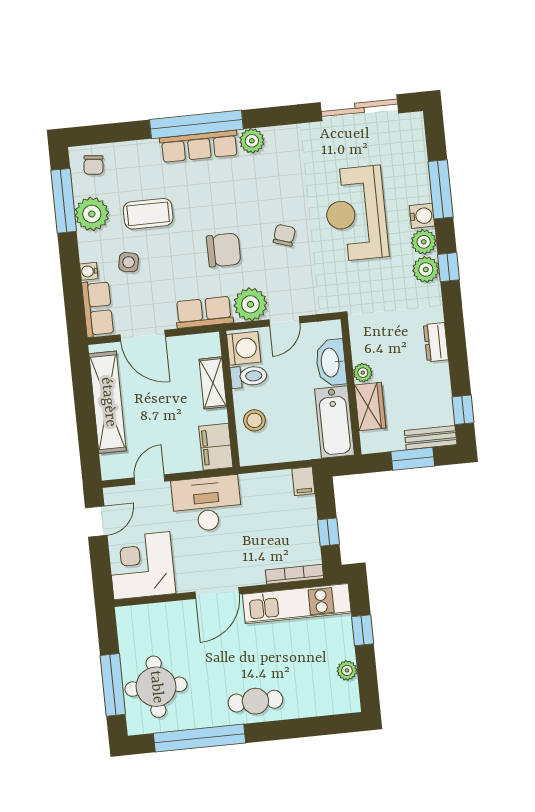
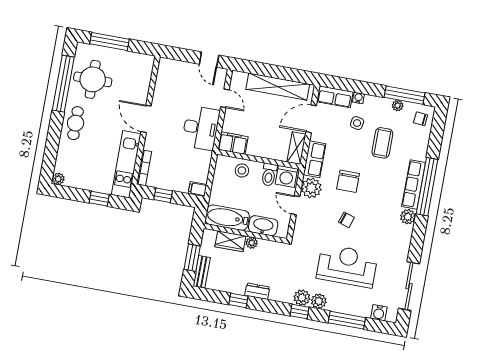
plant: (92, 214) -> (398, 106), width x0.53, depth x0.53
water cooler: (422, 216) -> (379, 313), moved
shelving: (213, 383) -> (296, 148), moved, turned 90
window: (463, 410) -> (238, 300), moved
corner desk: (142, 566) -> (175, 79), removed
plant: (347, 670) -> (58, 179), moved
round table: (156, 687) -> (93, 79), moved

